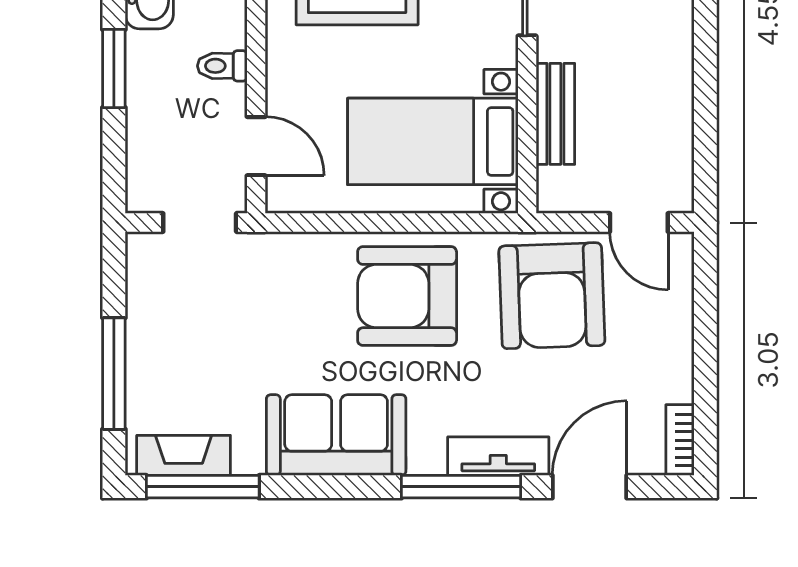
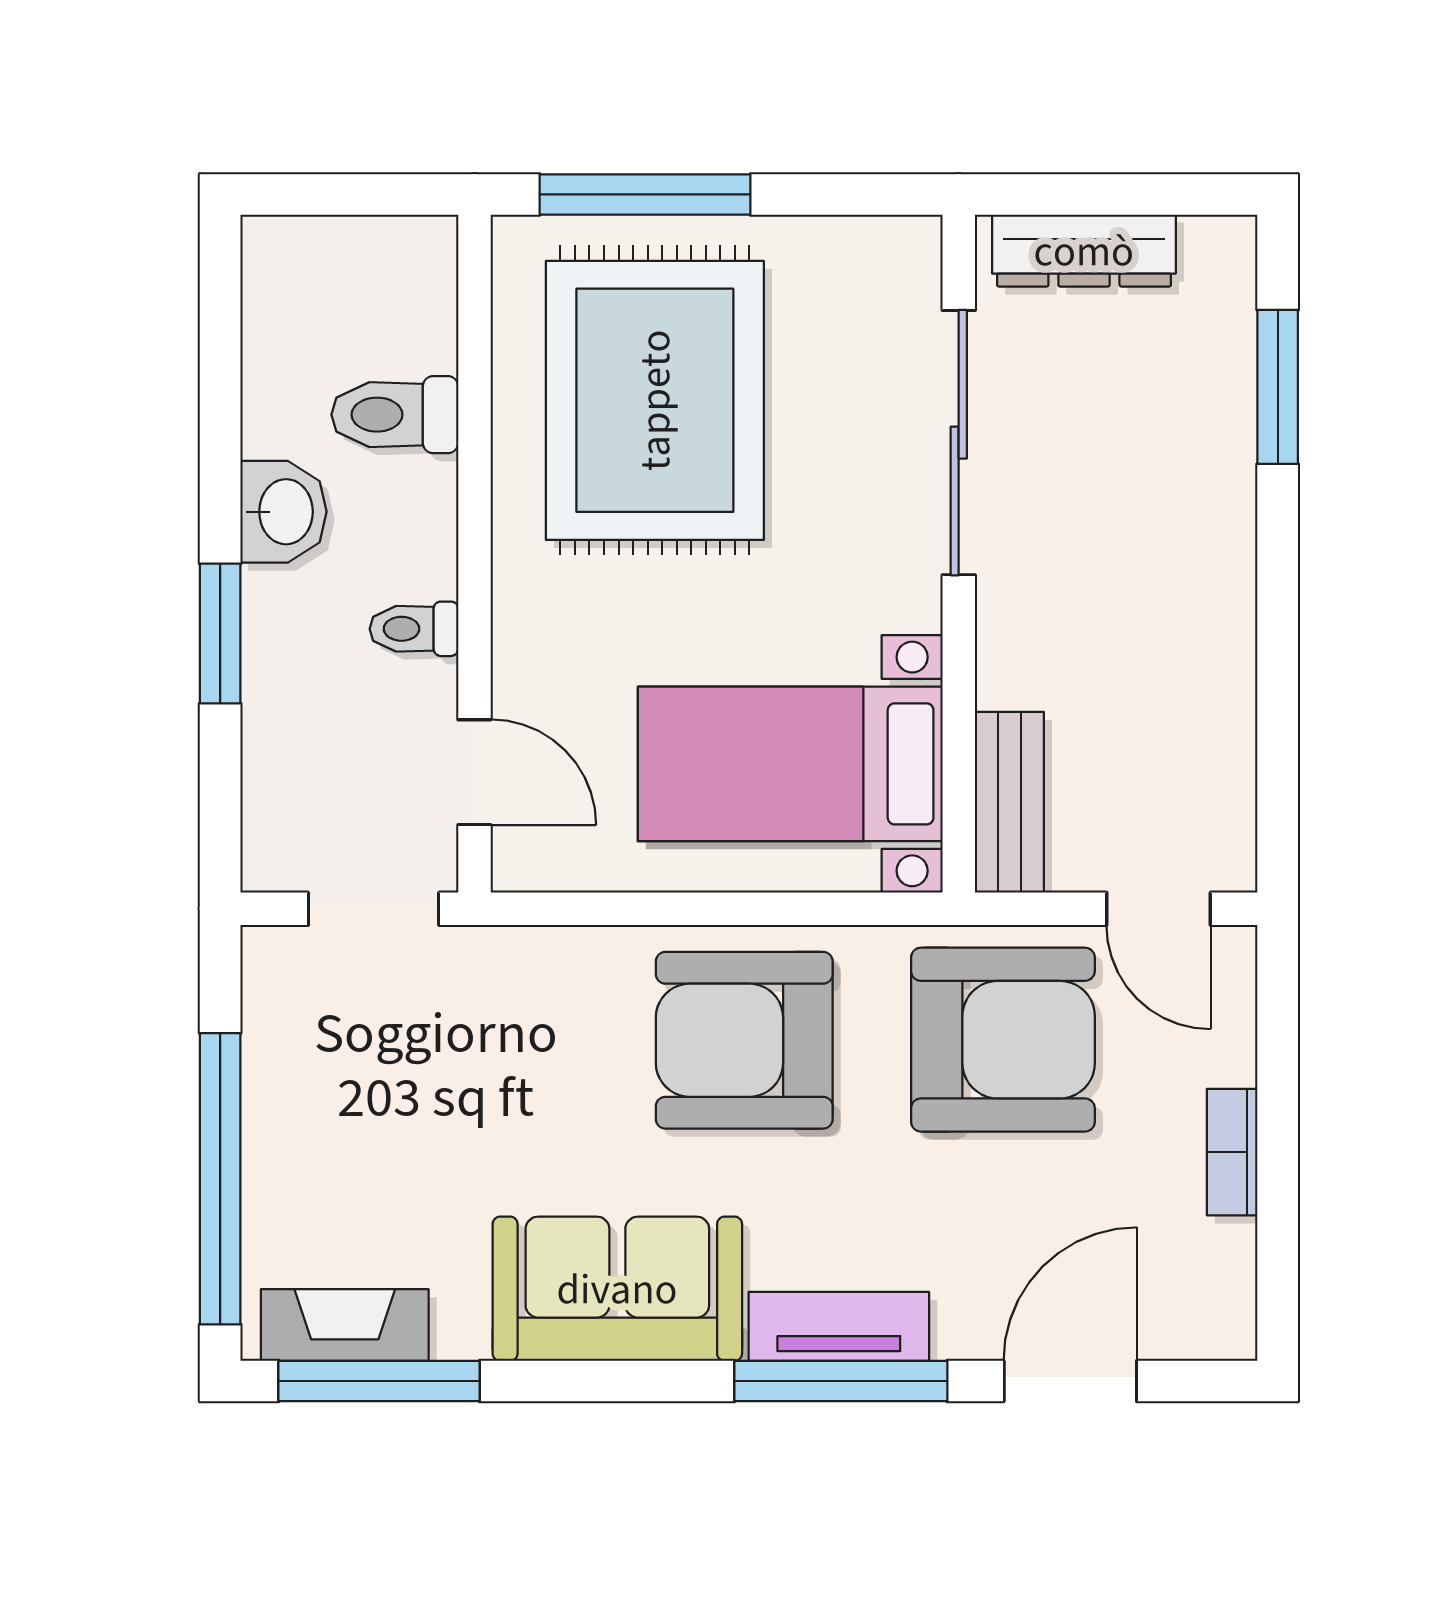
bench: (555, 114) -> (1009, 802), moved
armchair: (552, 296) -> (1003, 1040), turned -88
window: (114, 374) -> (220, 1179), width x1.46
bookcase: (680, 440) -> (1232, 1152), moved
tv unit: (498, 456) -> (839, 1326), moved

